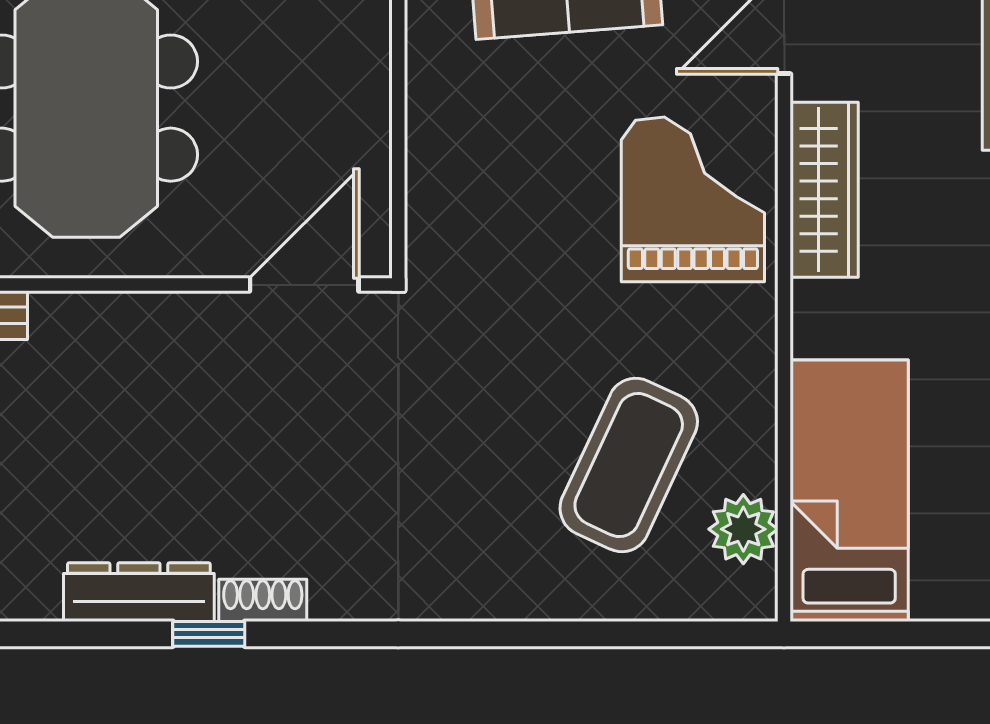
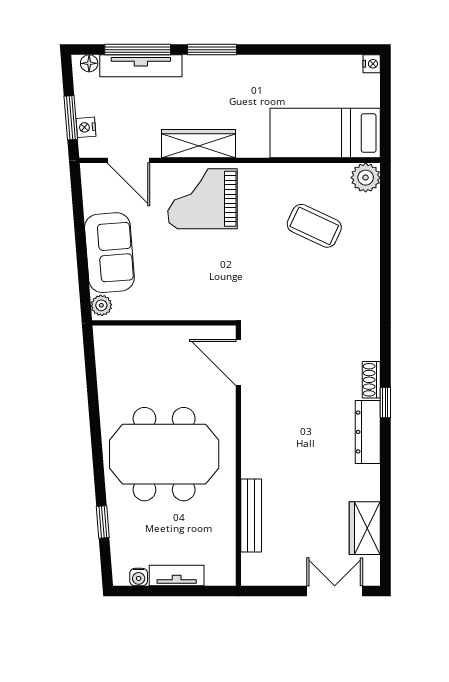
coffee table: (629, 465) -> (314, 226), width x0.73, depth x0.76
plant: (743, 529) -> (366, 178), moved

